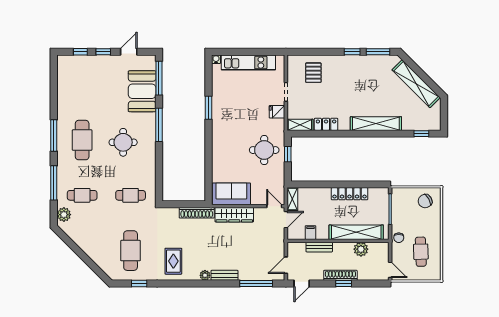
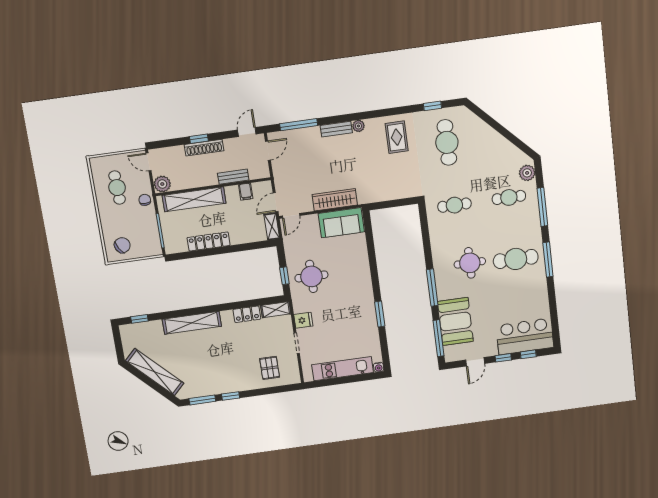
bar counter: (82, 69) -> (525, 336), added
cafe table: (82, 140) -> (516, 259), turned 90
door: (274, 206) -> (291, 216), hinge flipped
shoe rack: (197, 213) -> (377, 196), removed
plant: (361, 249) -> (162, 184), moved

